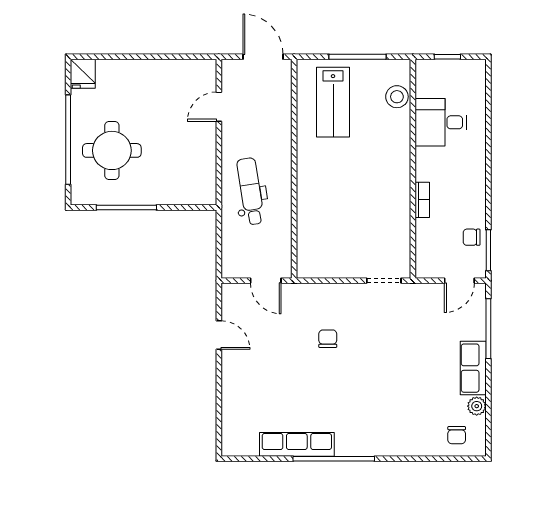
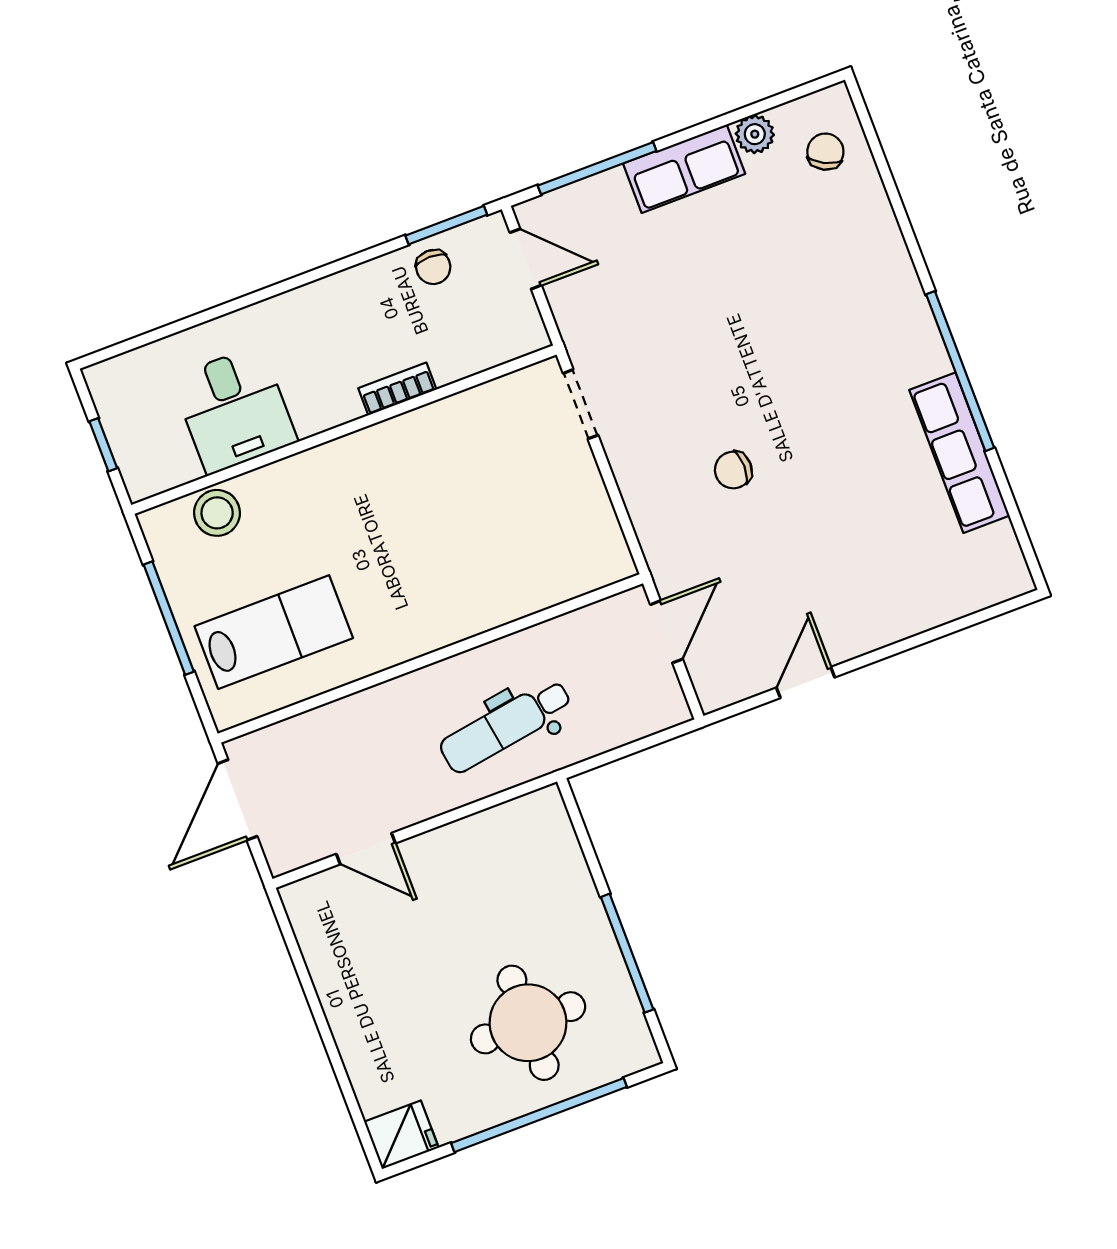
chair: (457, 435) -> (825, 152), turned -63

